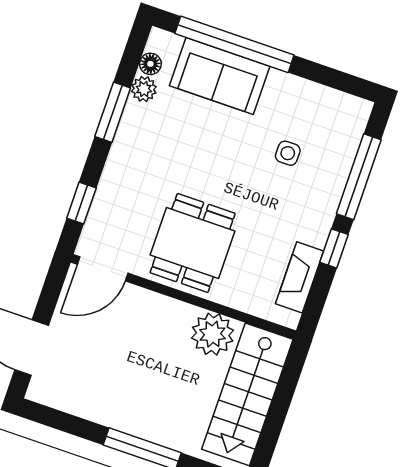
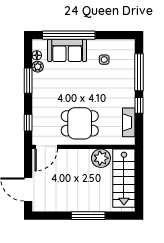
side table: (288, 153) -> (104, 60), moved
dining table: (193, 243) -> (80, 123), turned 90

